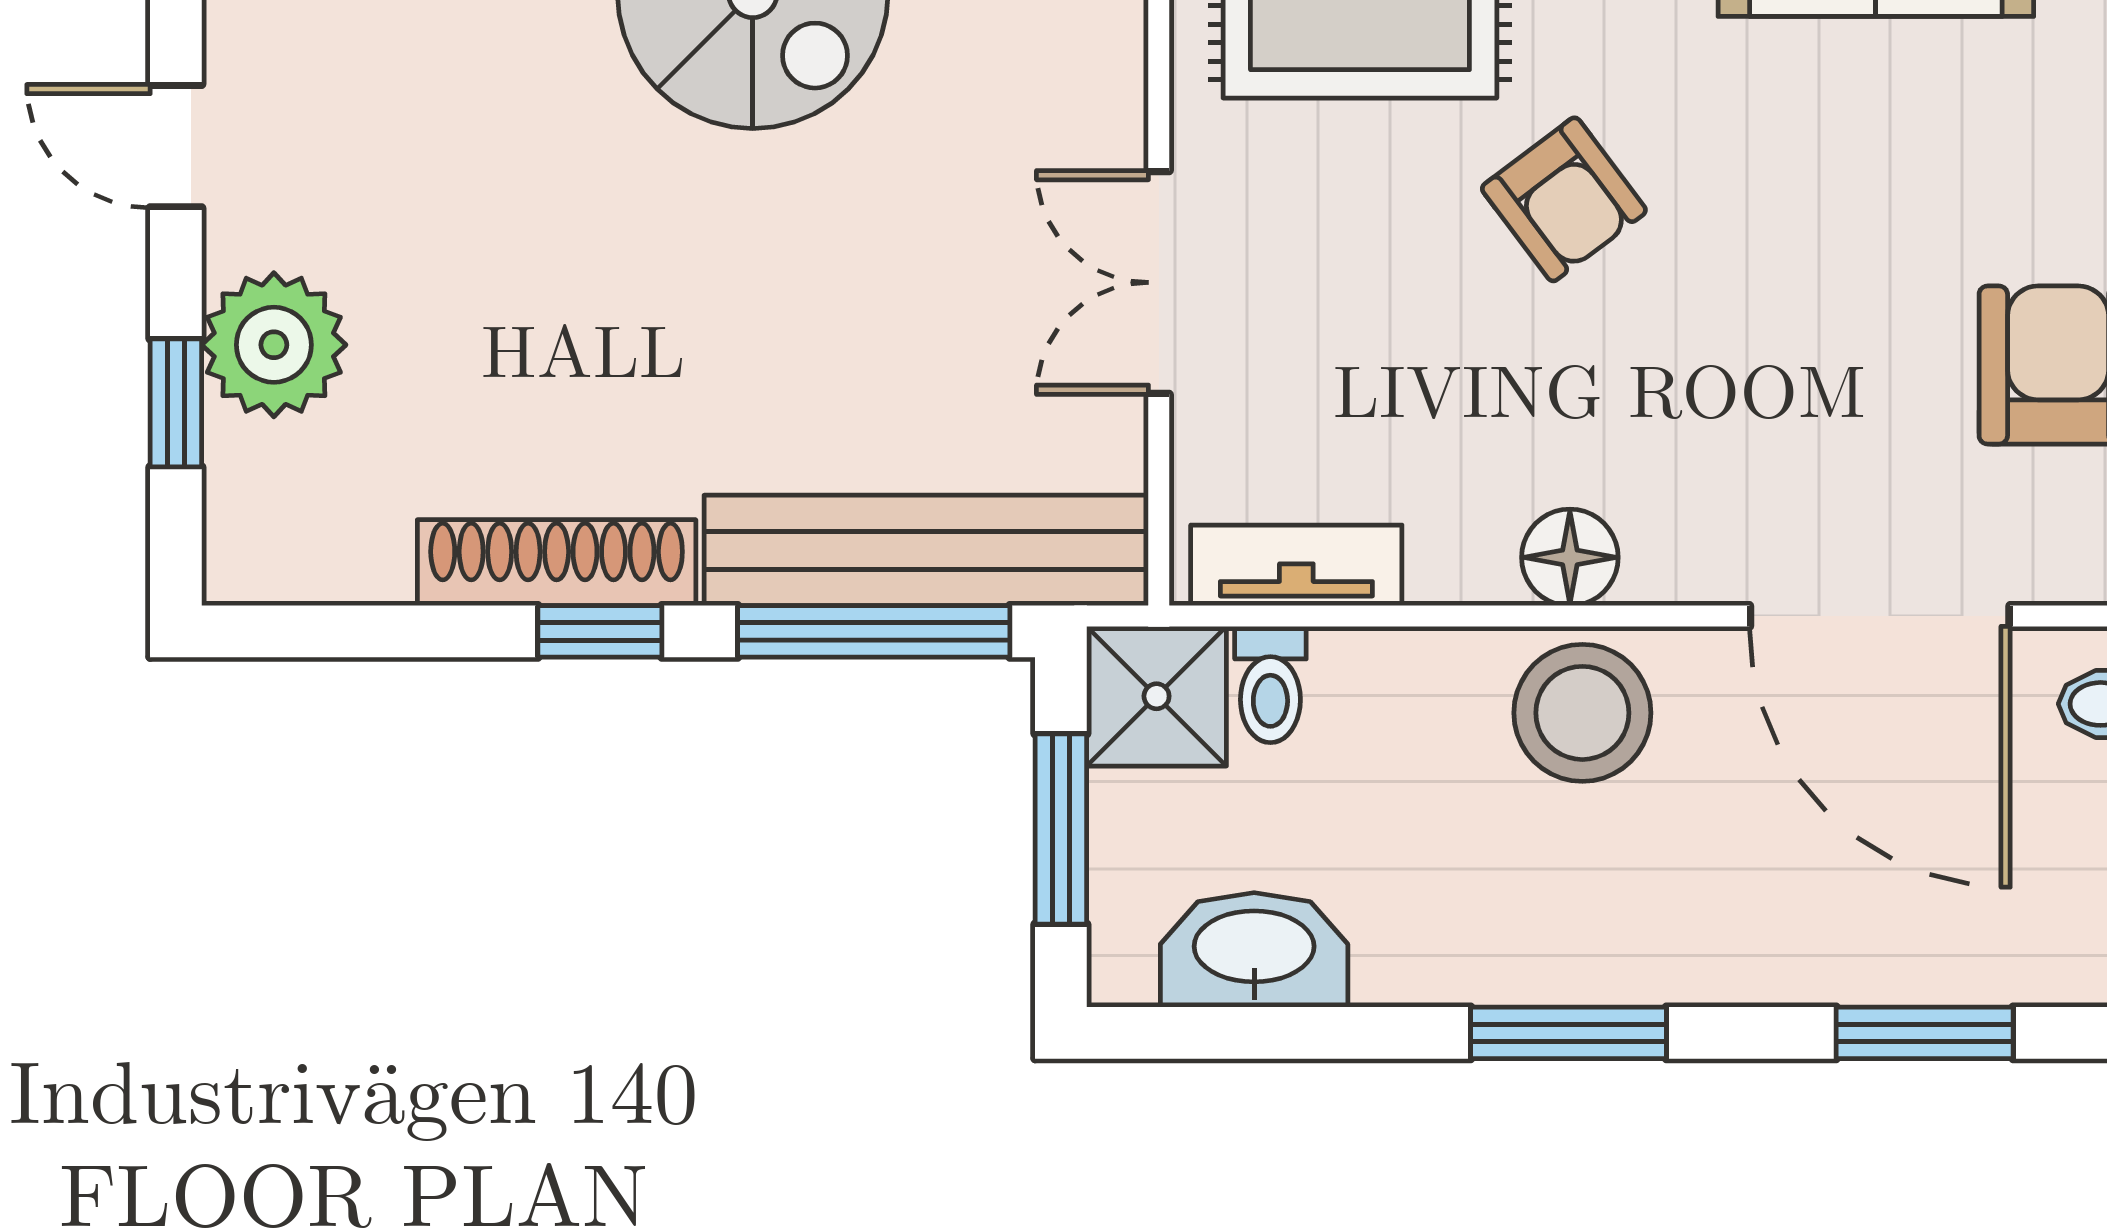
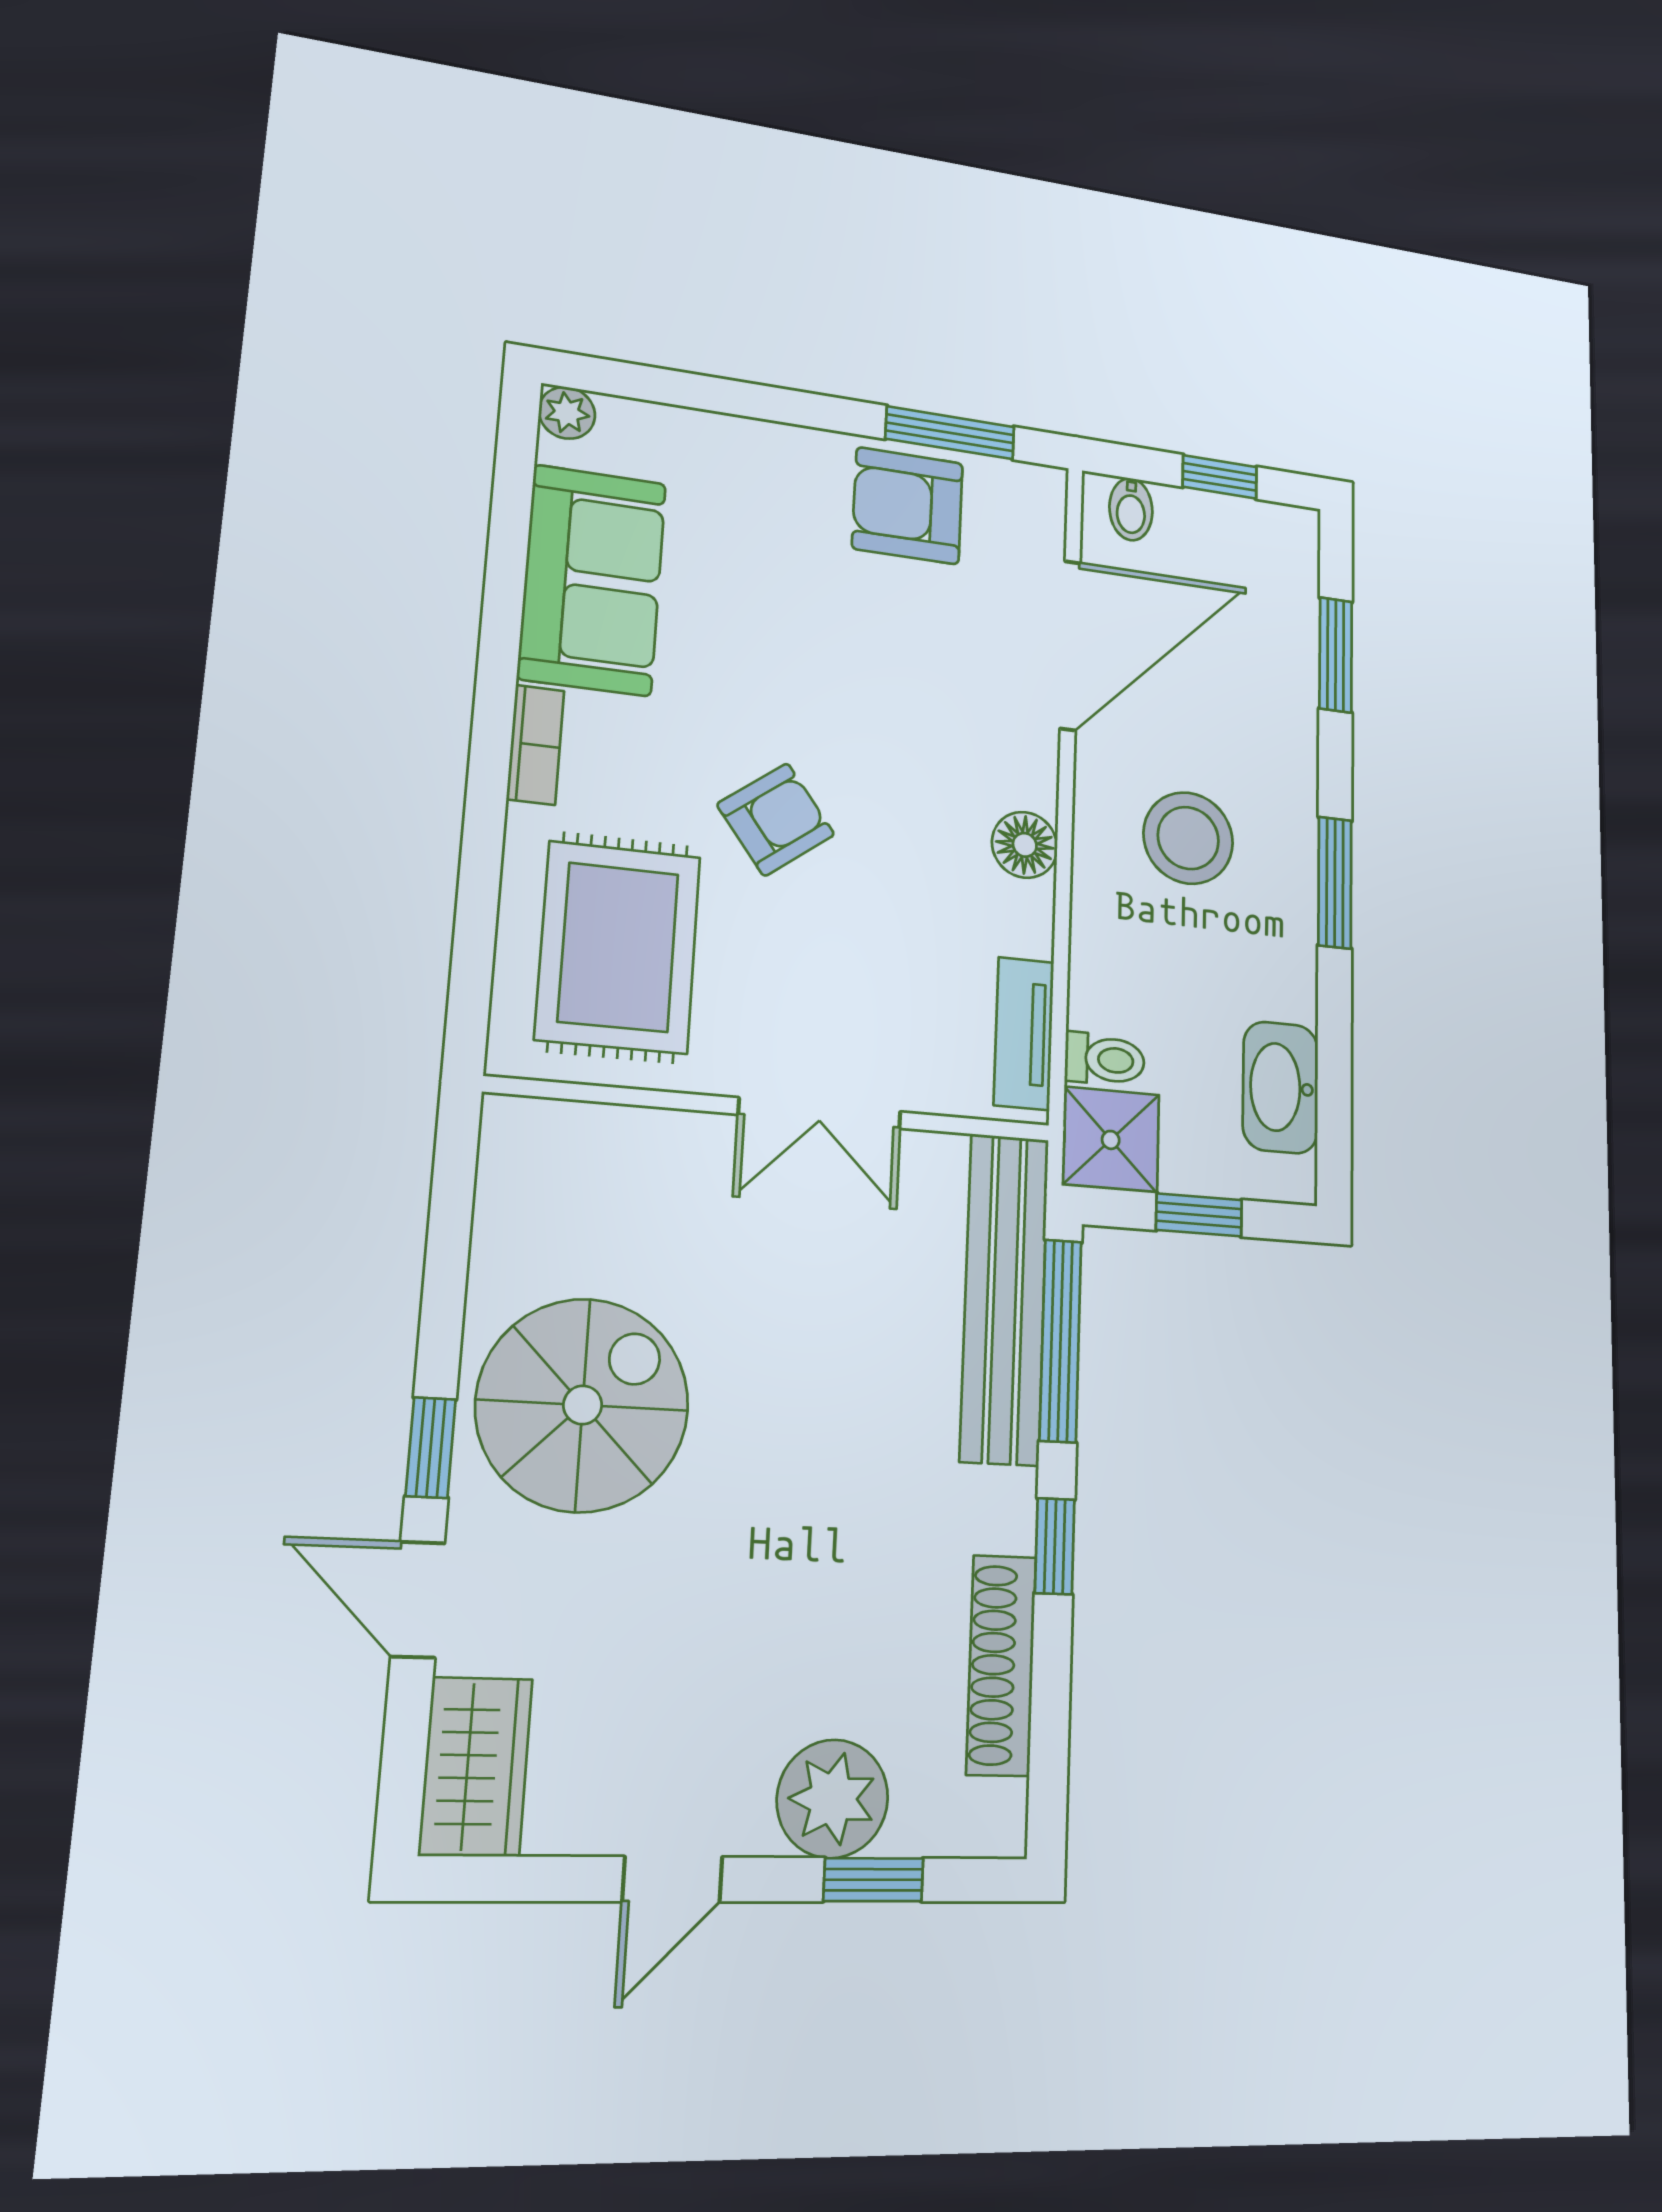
shoe rack: (557, 563) -> (1001, 1665), moved
stool: (1582, 713) -> (1188, 838), moved
window: (1061, 829) -> (1199, 1215), width x0.67

